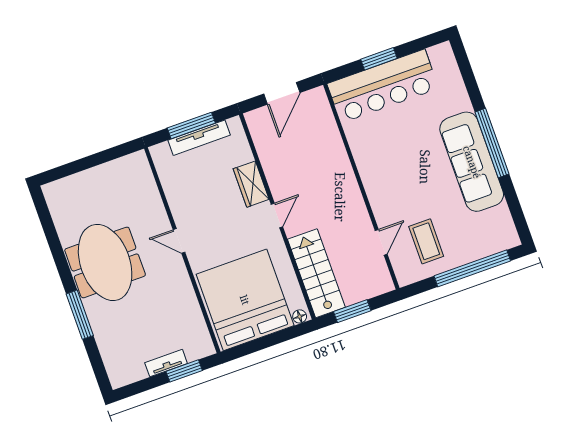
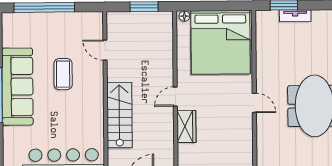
coffee table: (426, 241) -> (63, 74), moved
door: (381, 242) -> (105, 50), hinge flipped
stairs: (316, 273) -> (119, 115), moved, turned 180

